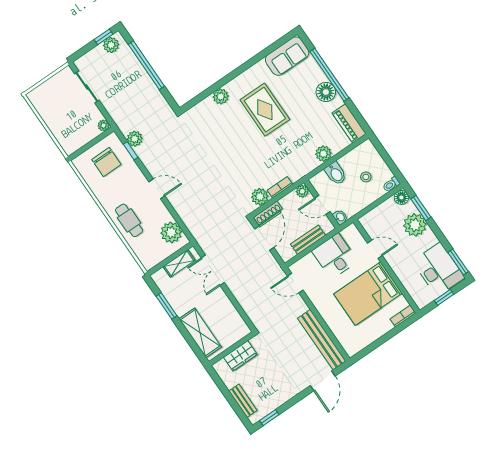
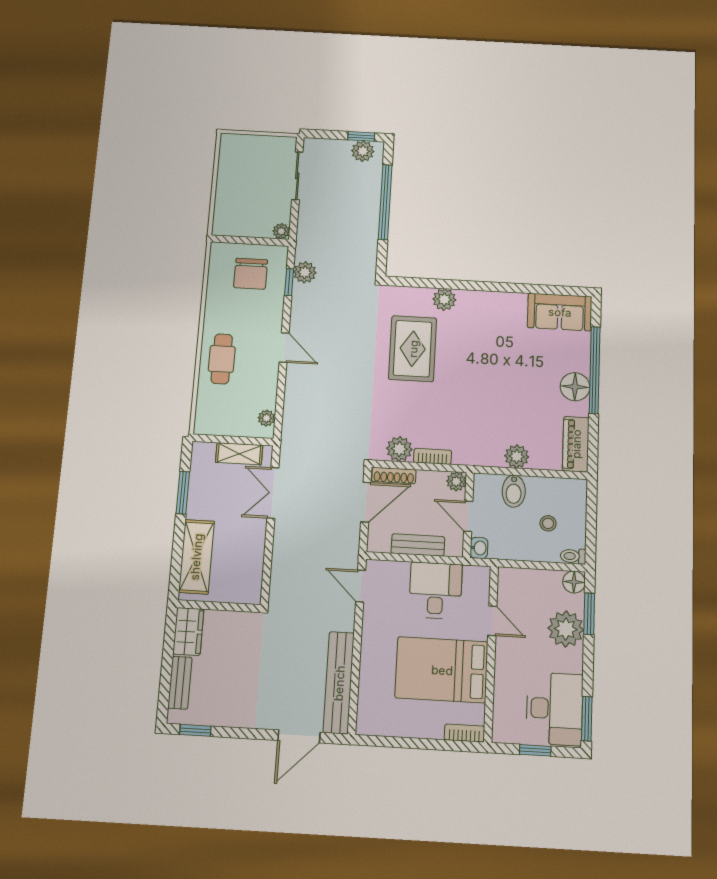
rug: (265, 110) -> (413, 349), moved
plant: (171, 232) -> (267, 418), width x0.53, depth x0.53
wardrobe: (240, 356) -> (188, 631), moved, turned -90

